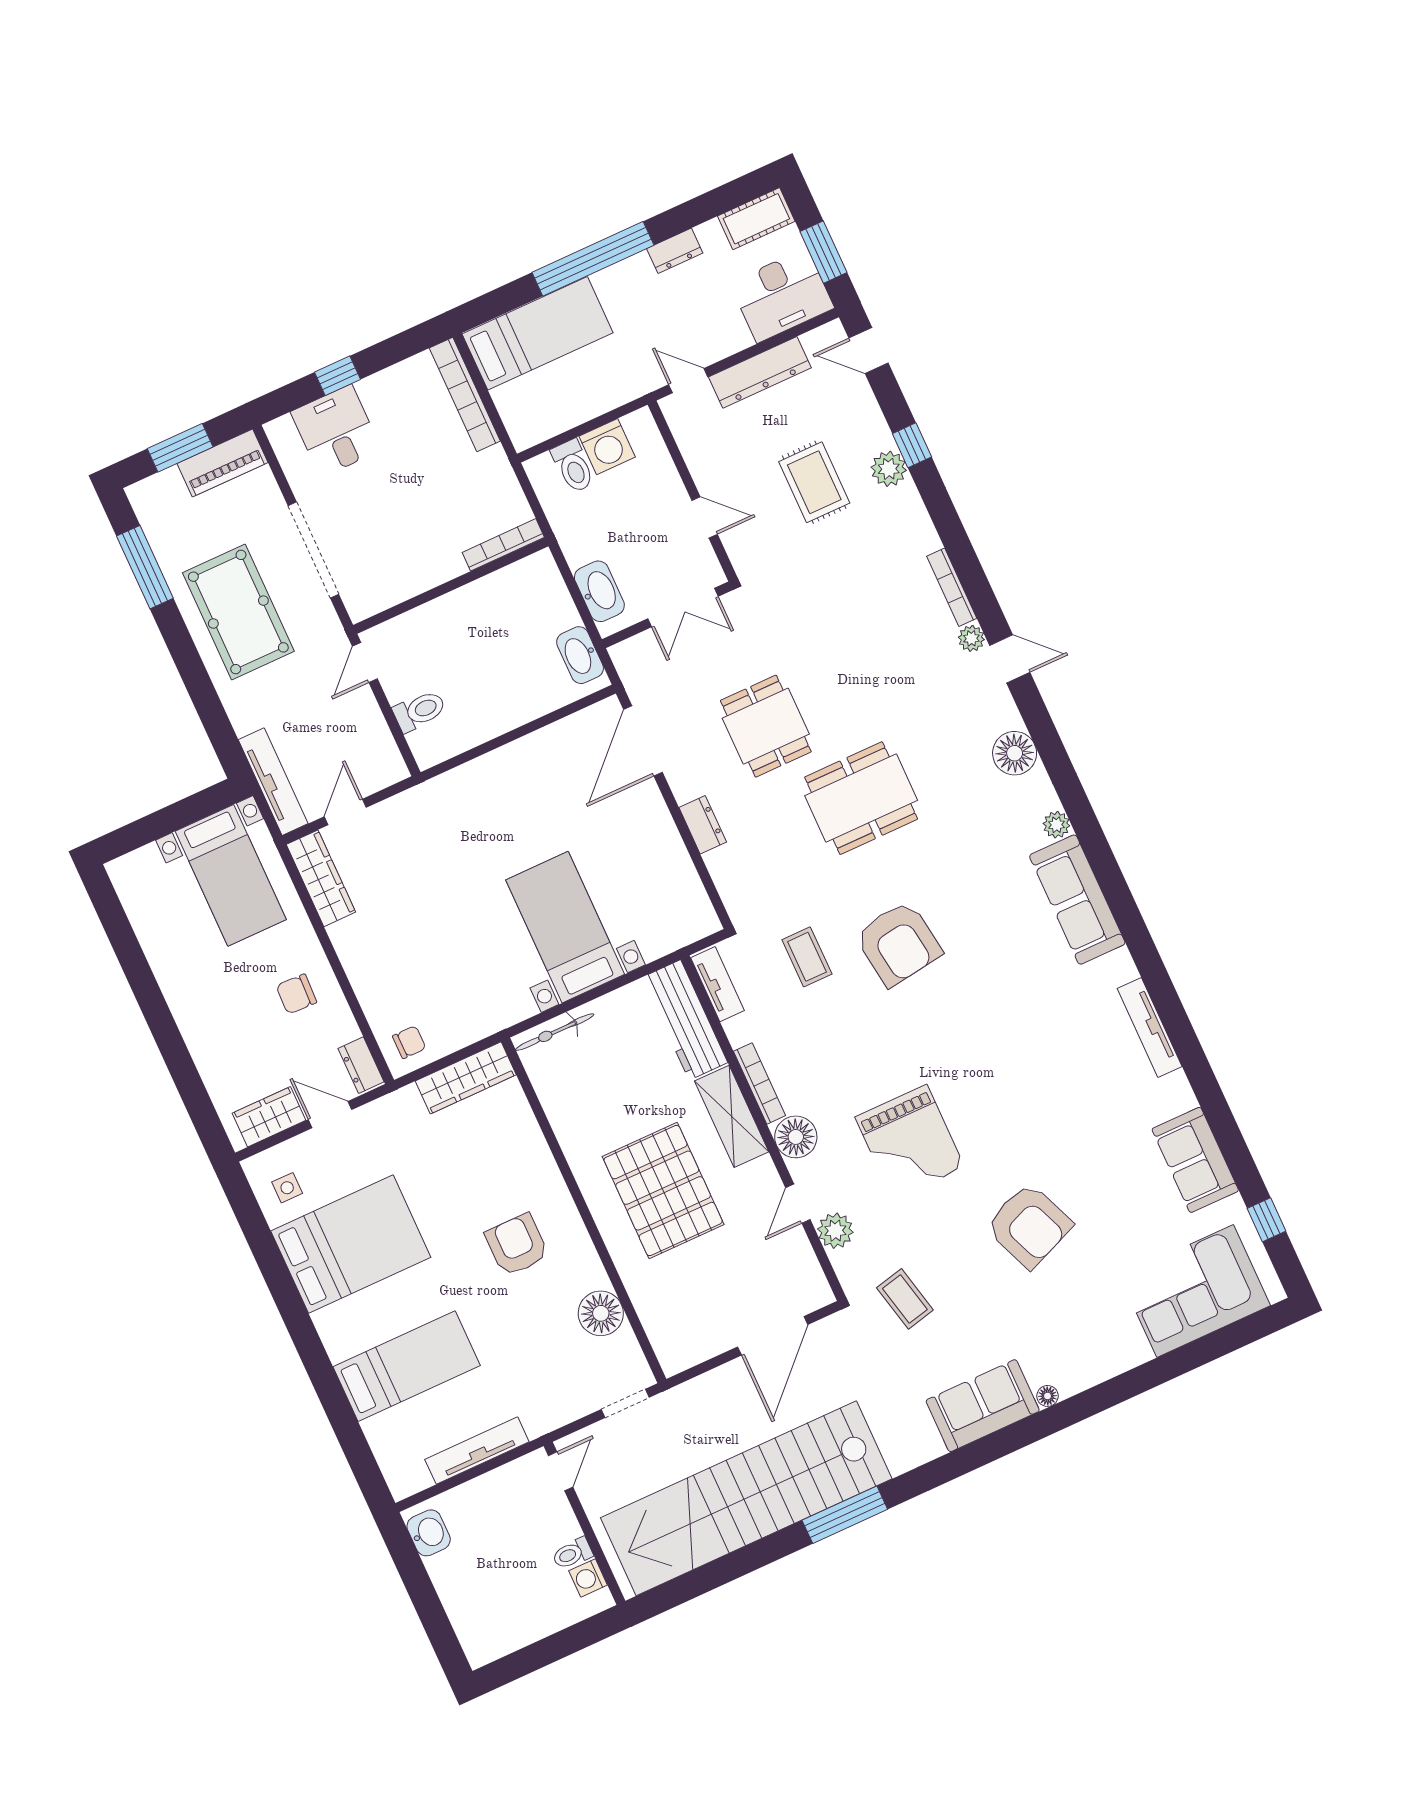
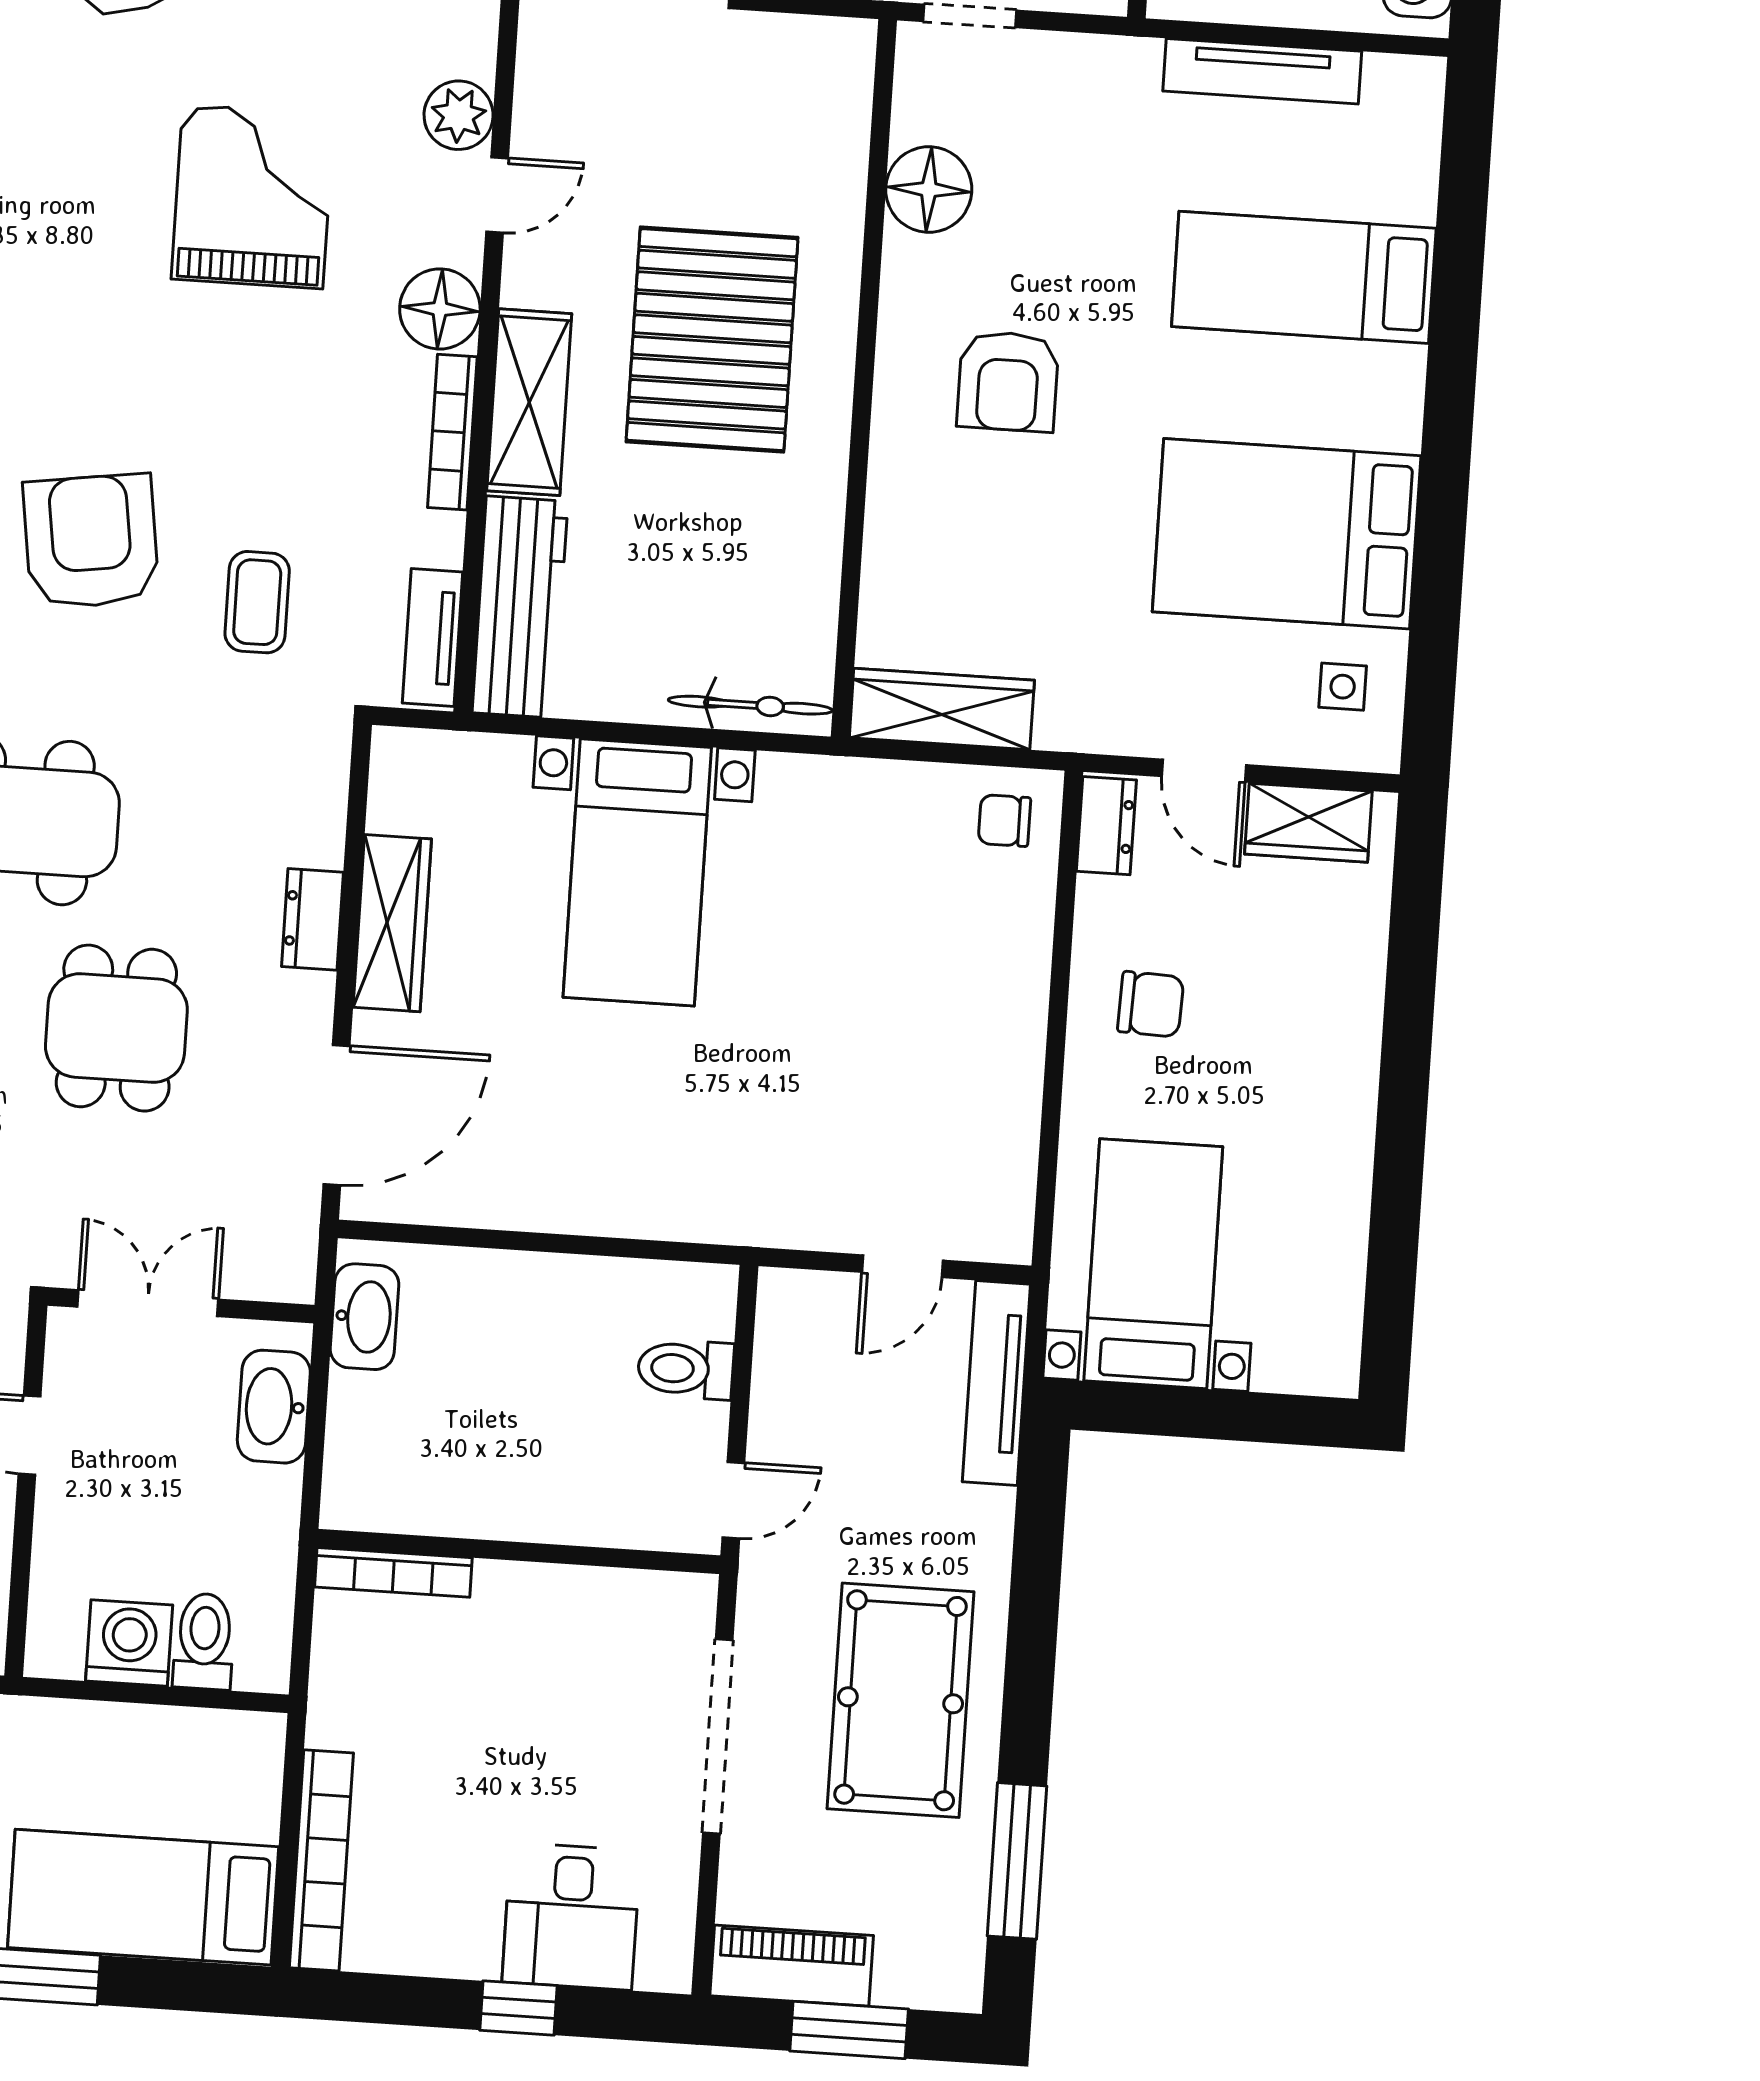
wardrobe: (321, 878) -> (392, 923), moved, turned 180

